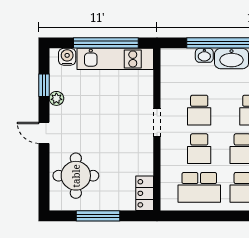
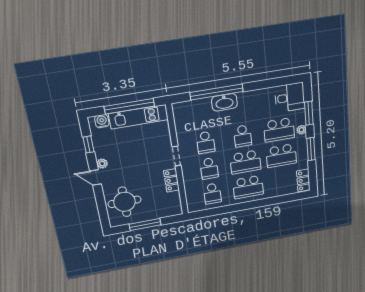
washbasin: (204, 55) -> (204, 103), removed
plant: (56, 98) -> (102, 164), moved
school desk: (199, 187) -> (212, 194), width x0.54
locker: (145, 193) -> (171, 180), moved

